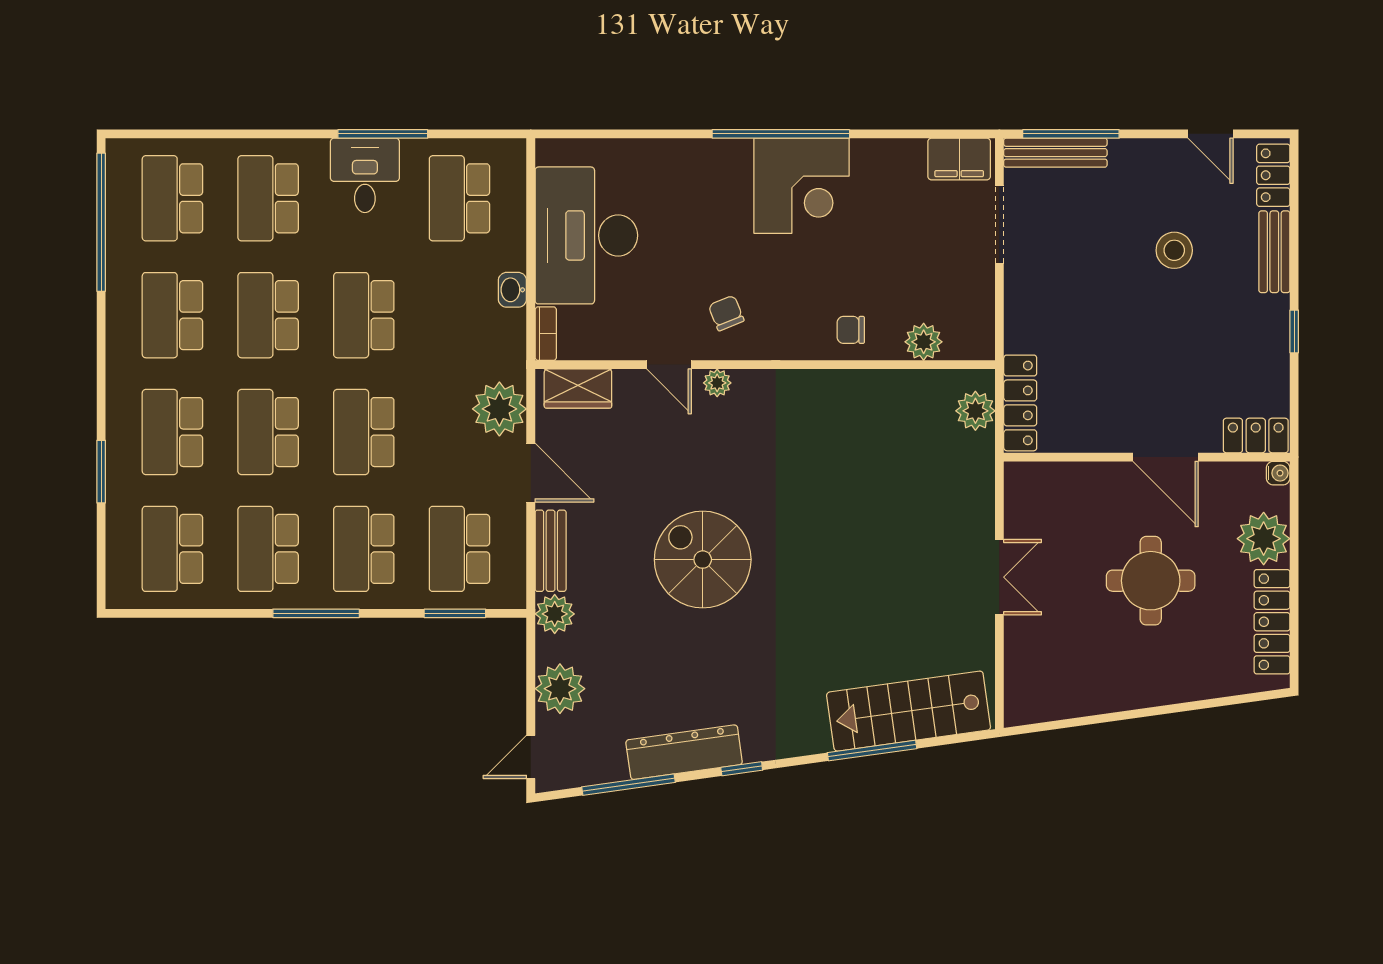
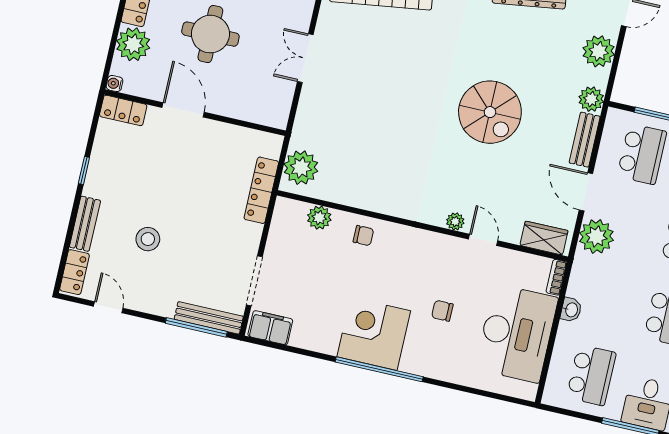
chair: (726, 313) -> (442, 311), moved, turned 112
locker: (1020, 403) -> (261, 190), moved
plant: (975, 411) -> (301, 168), width x1.36, depth x1.36

